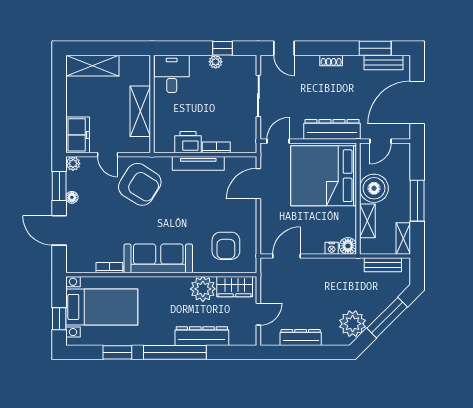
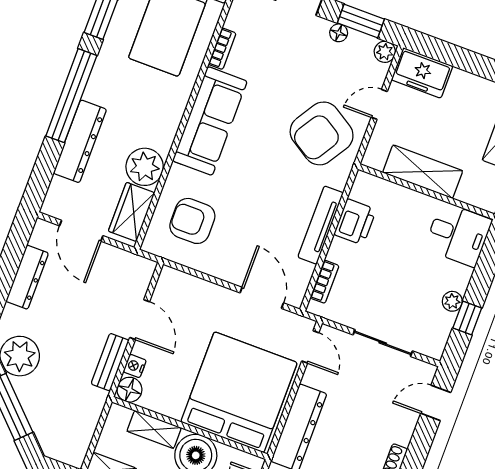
bookcase: (216, 147) -> (325, 282), moved
door: (287, 256) -> (140, 320), moved
bench: (383, 265) -> (110, 362), moved
door: (258, 314) -> (81, 231), width x1.38

